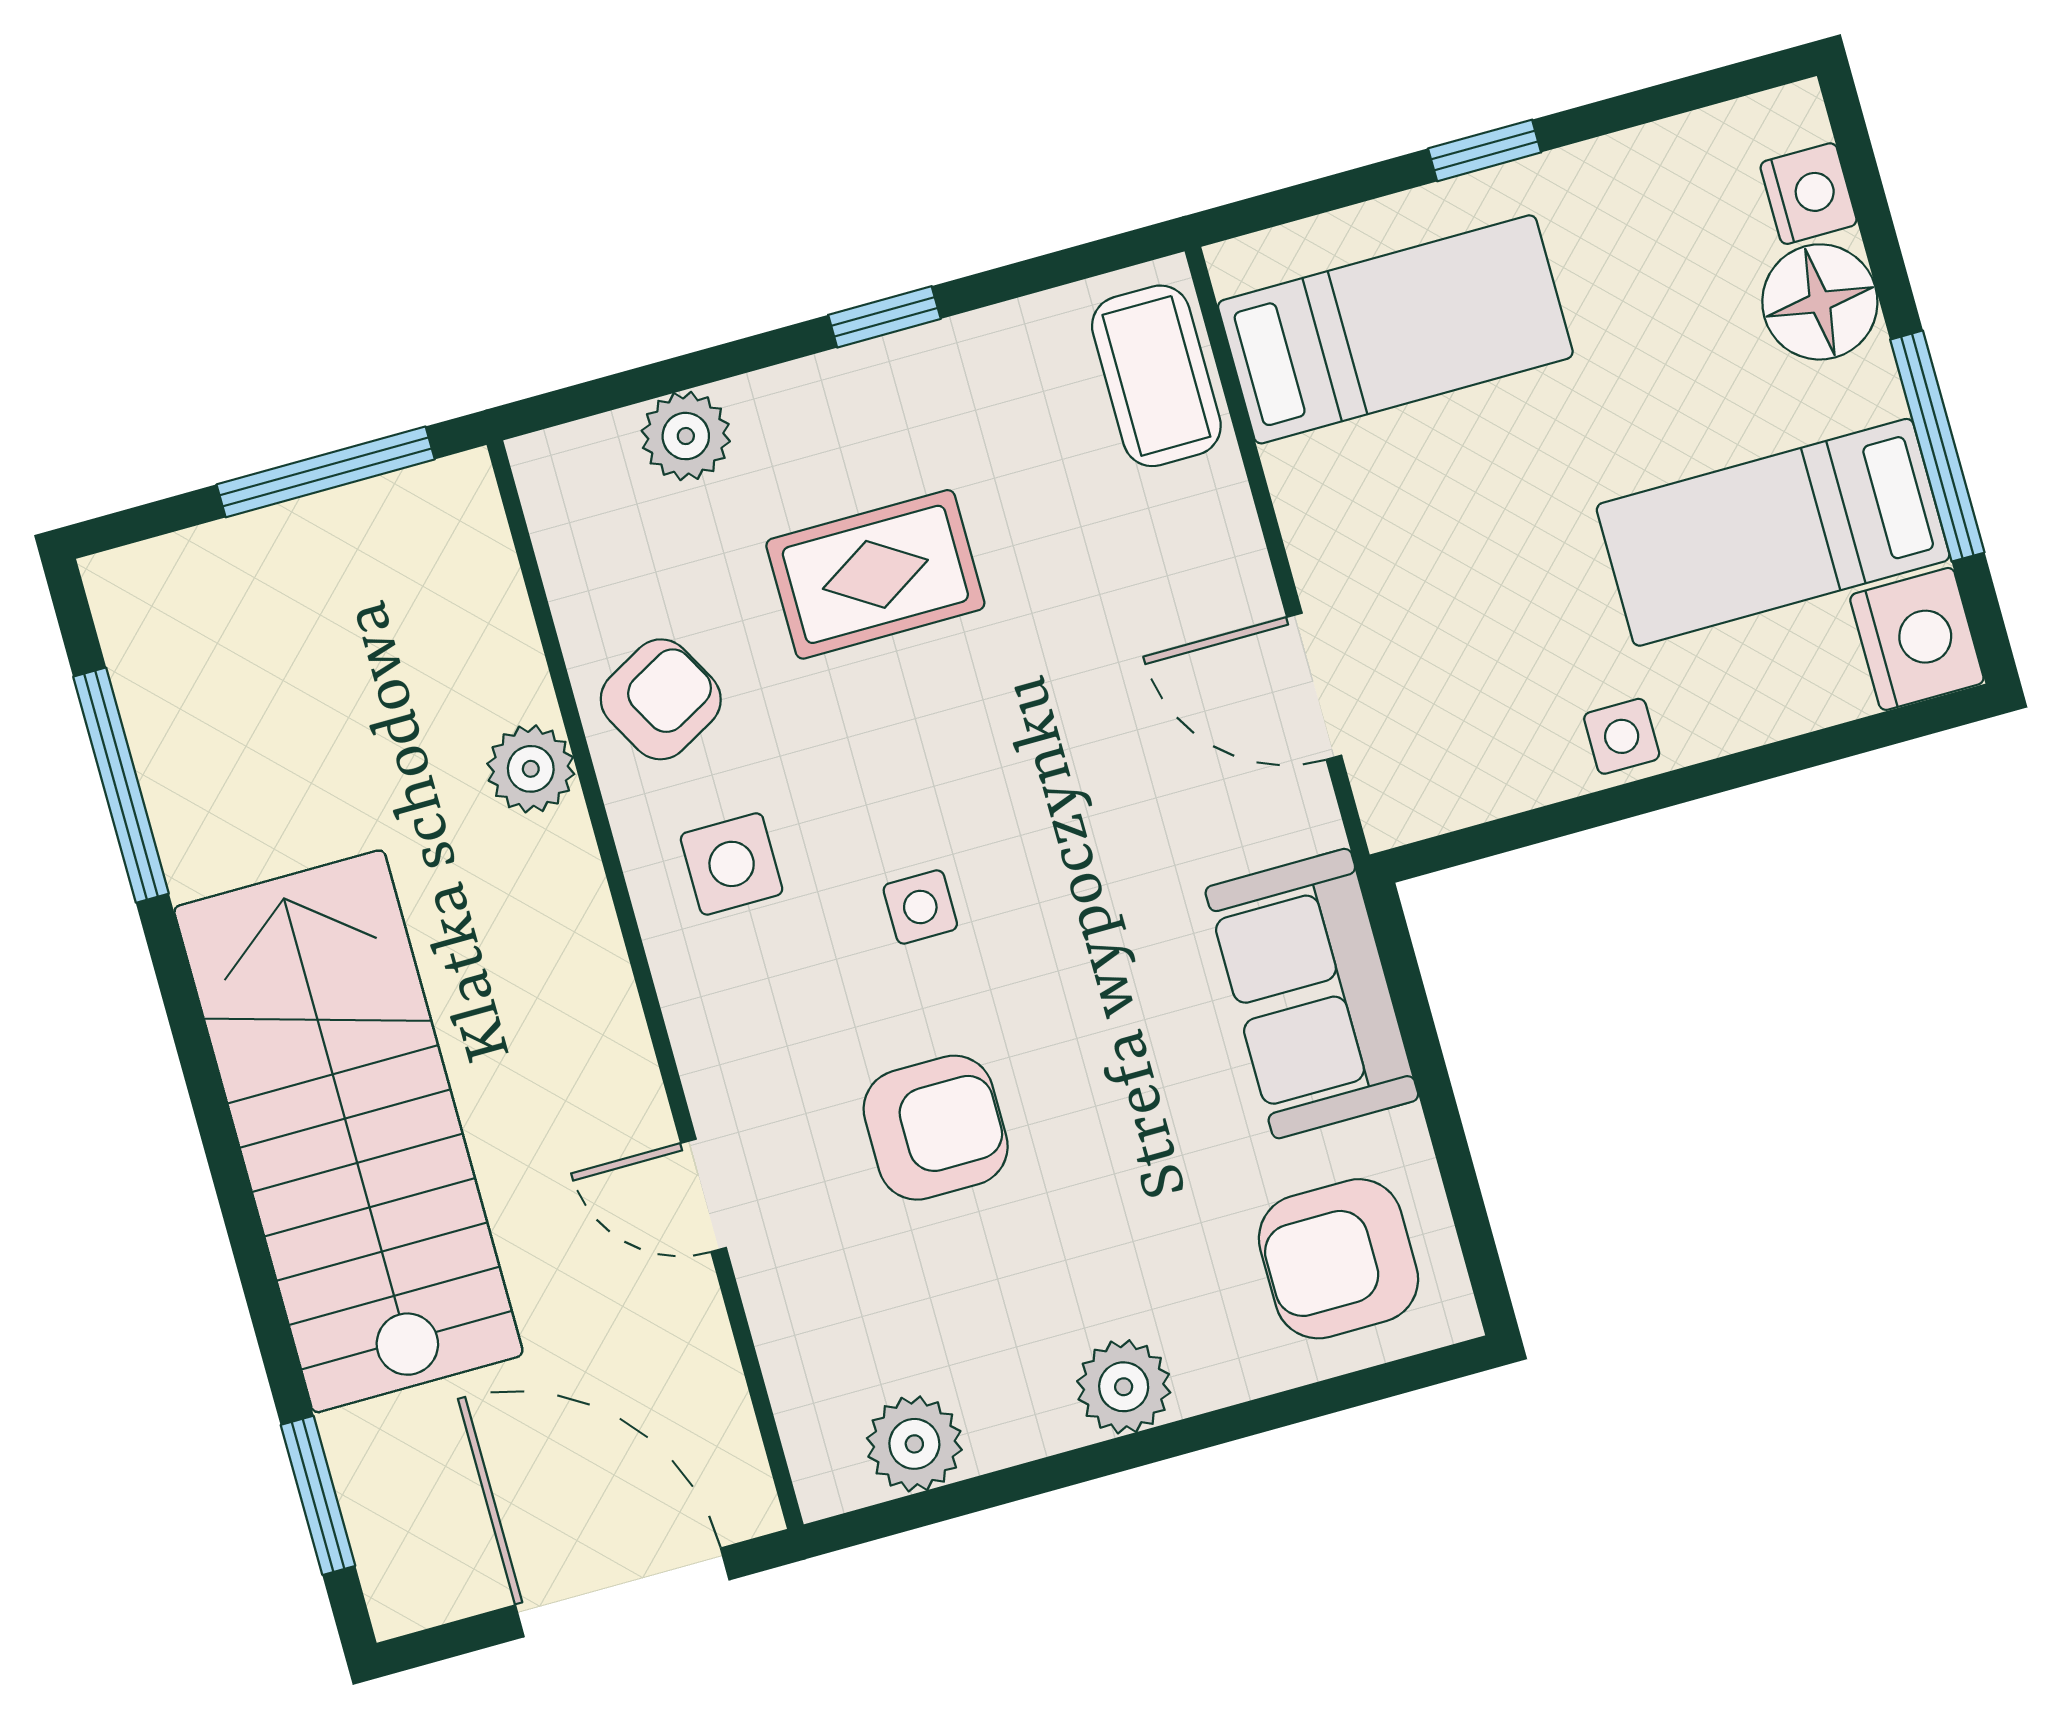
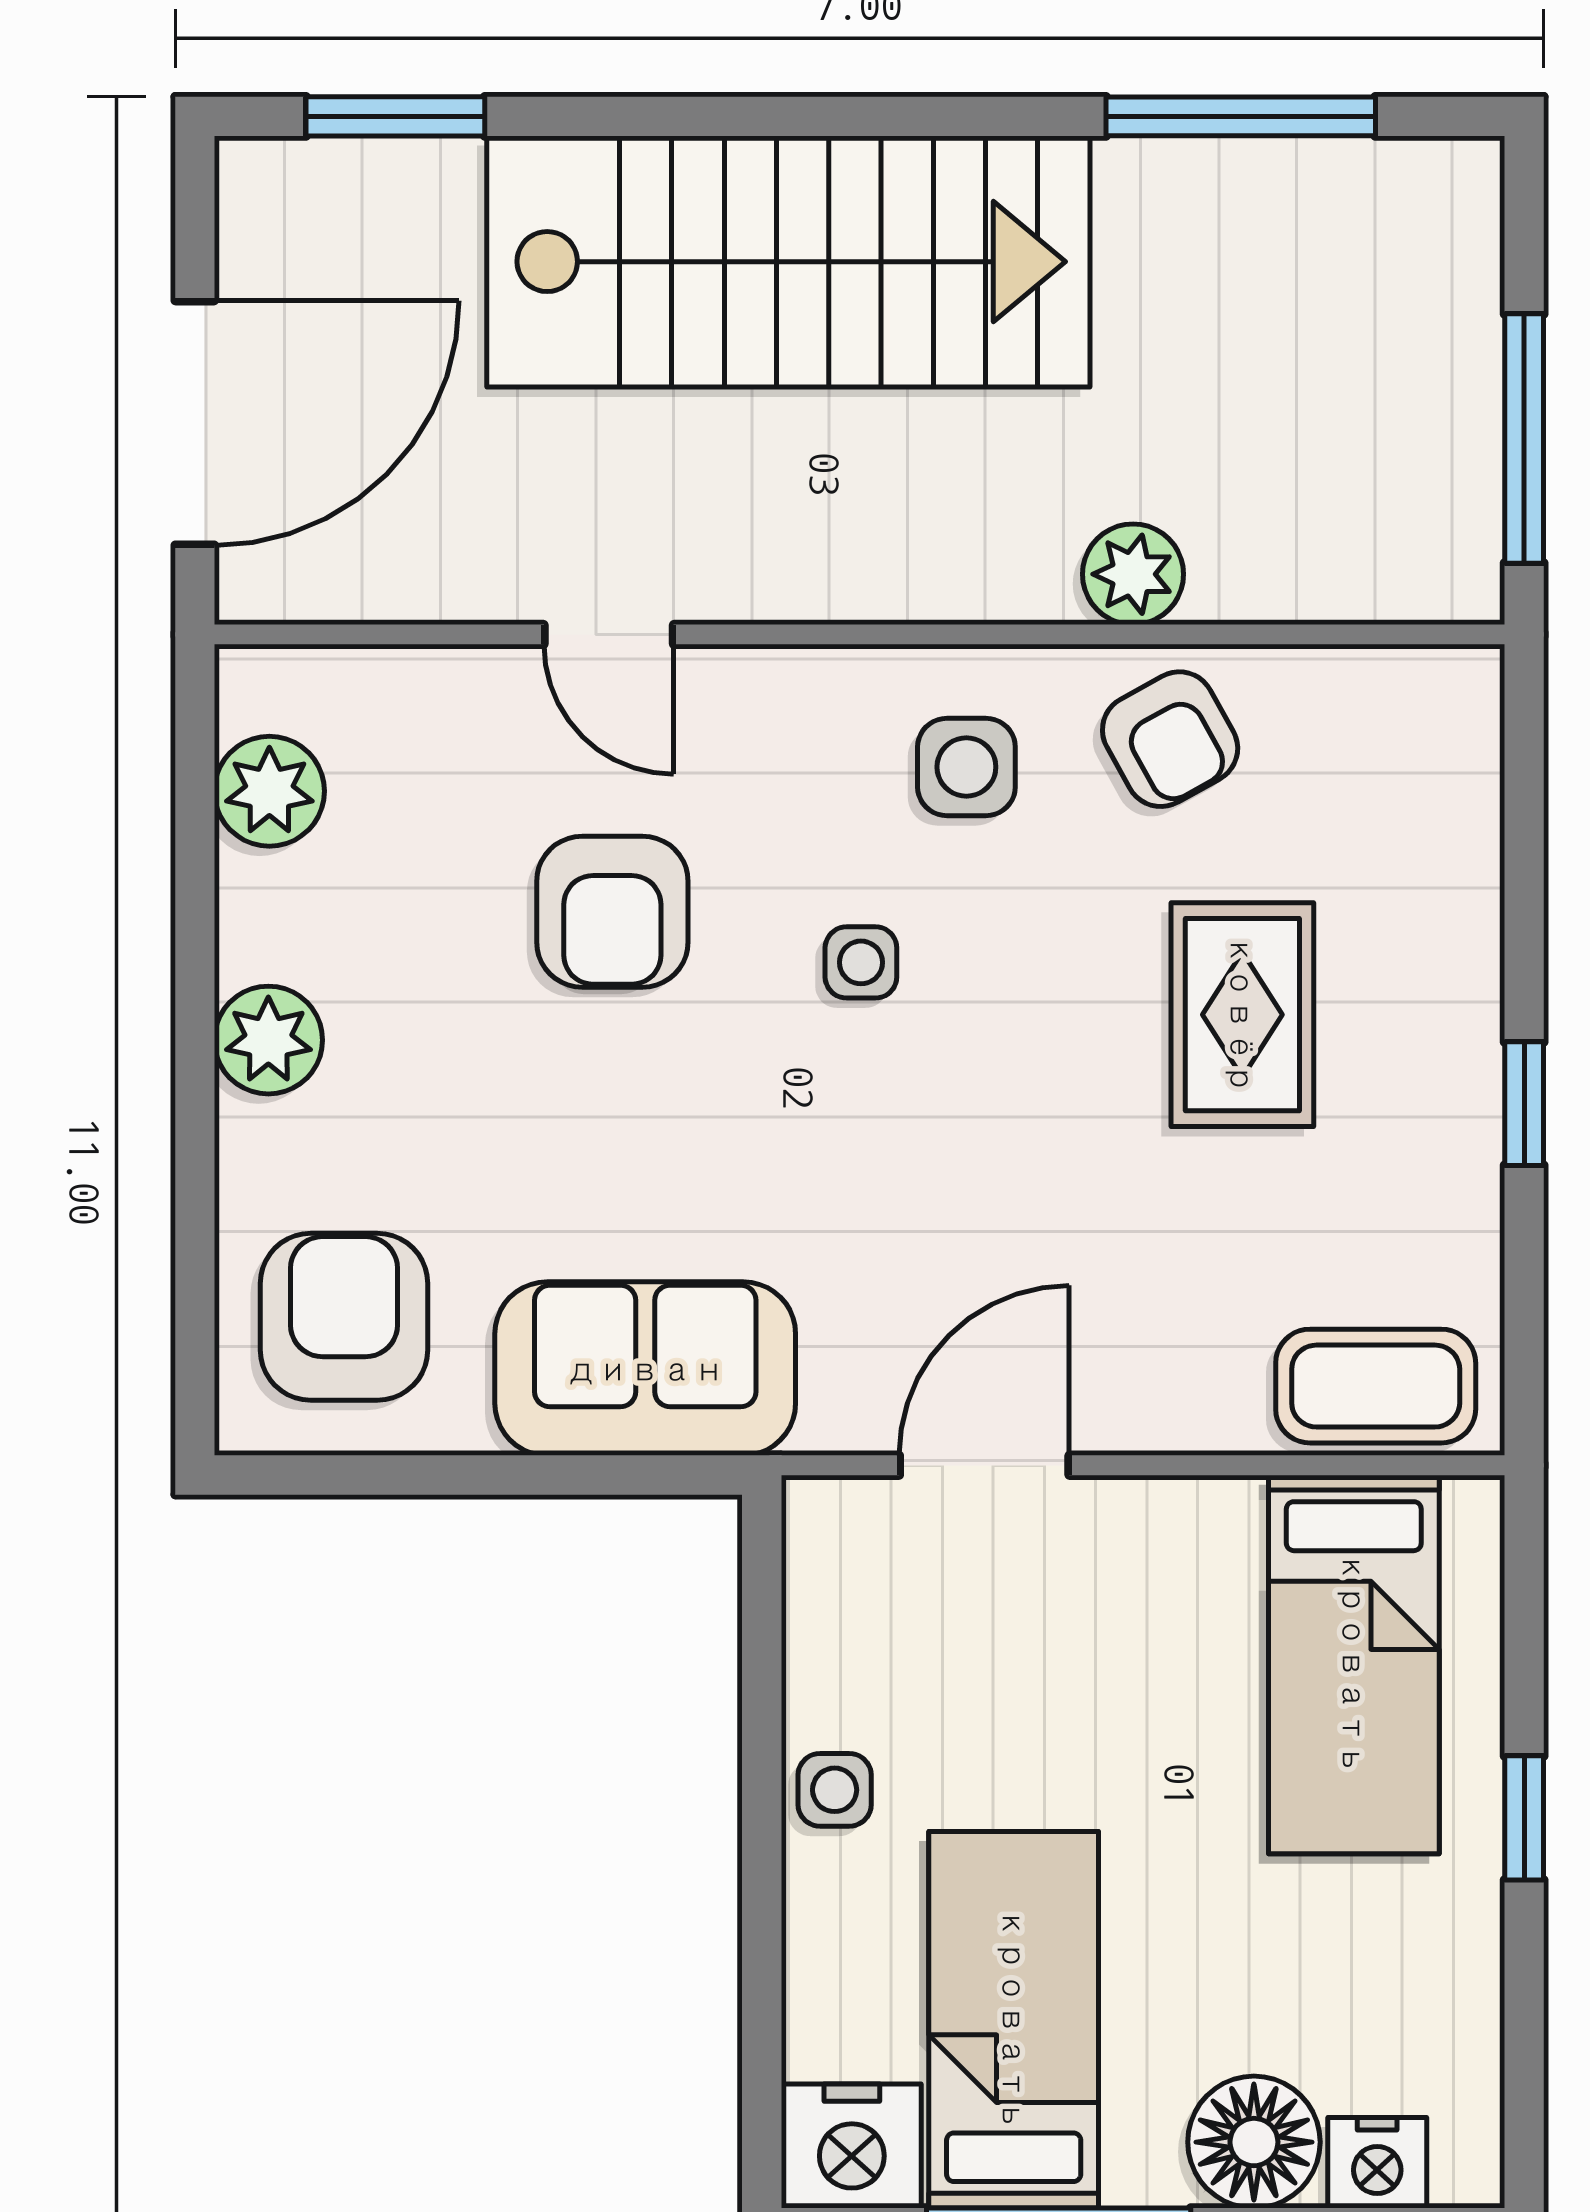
plant: (686, 436) -> (1453, 848), removed
door: (704, 1195) -> (609, 634), swing flipped

